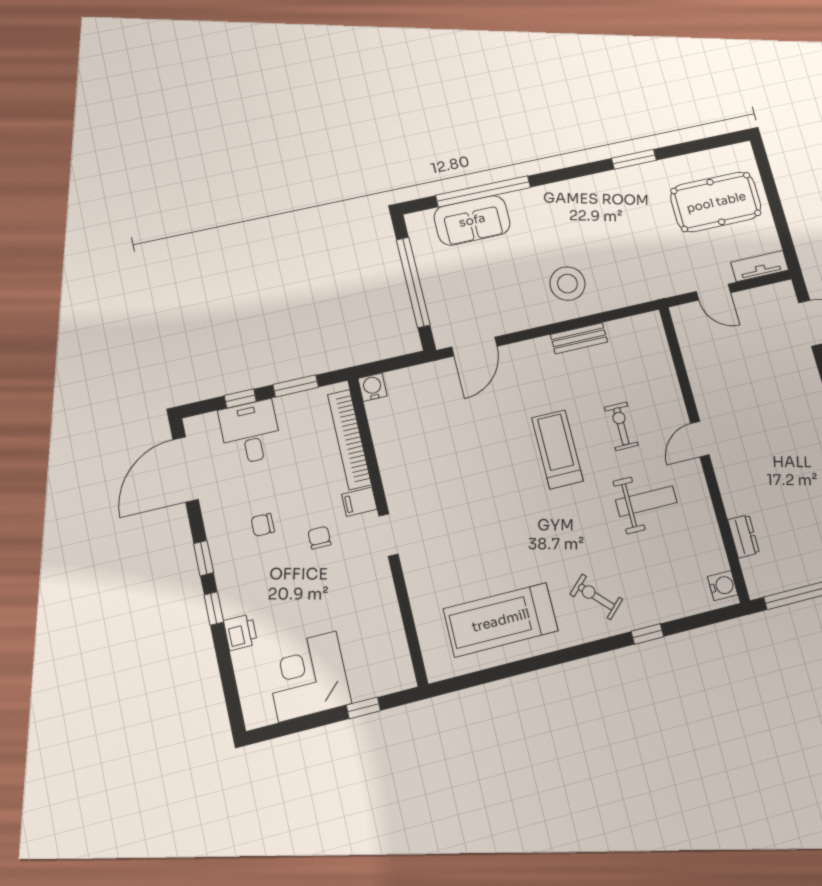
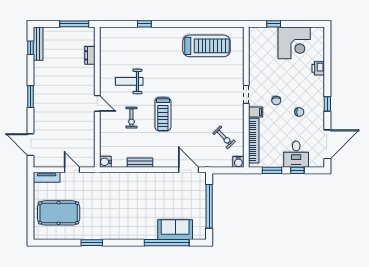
stool: (567, 284) -> (139, 189), removed
door: (474, 347) -> (189, 170), hinge flipped
door: (700, 439) -> (97, 103), hinge flipped
water cooler: (723, 586) -> (105, 162), moved
exercise bike: (596, 597) -> (224, 137), moved
window: (214, 608) -> (327, 81), removed

